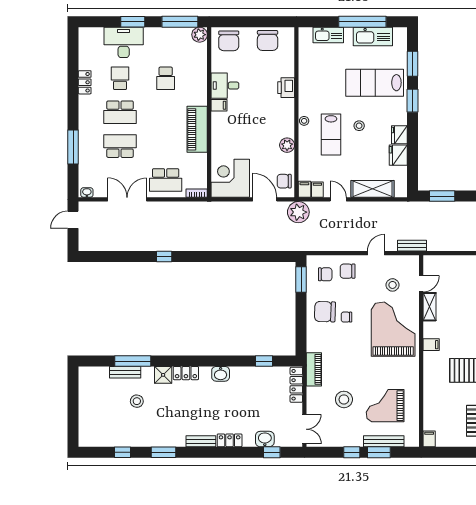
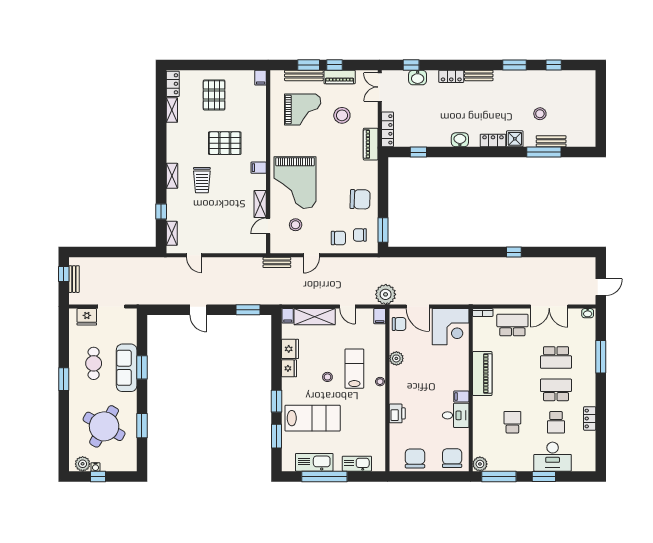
filing cabinet: (317, 190) -> (288, 316), moved
chair: (346, 317) -> (340, 194), removed
piano: (346, 440) -> (340, 77), added

